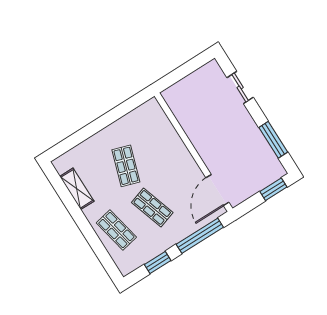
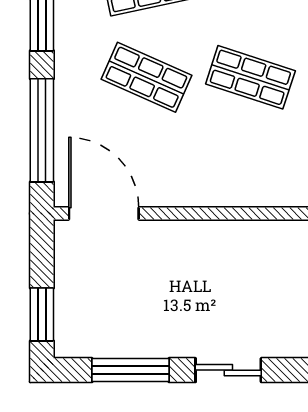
sliding door: (240, 87) -> (228, 370), moved
shop shelf: (152, 207) -> (146, 77), turned 42

